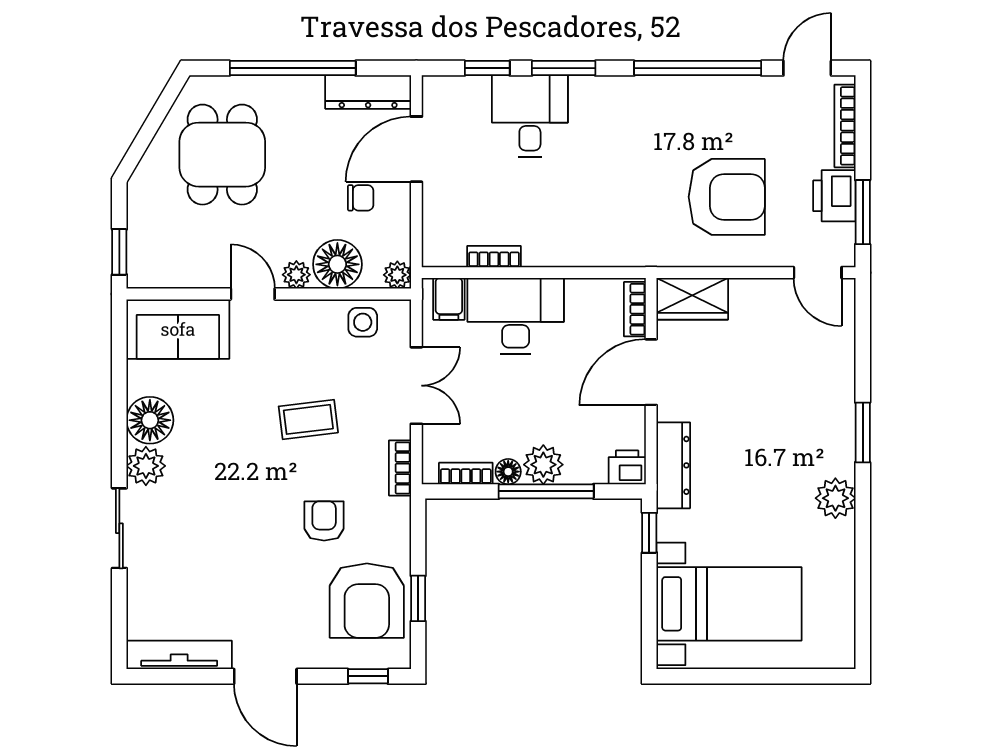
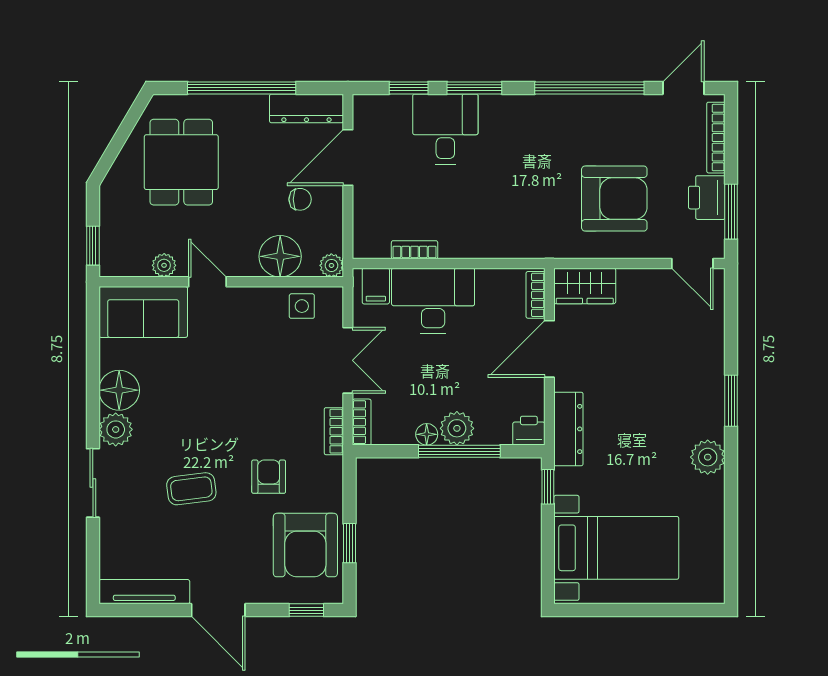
plant: (296, 275) -> (164, 265), moved
coffee table: (308, 419) -> (191, 489), moved
bookcase: (466, 474) -> (362, 422), moved, turned 90

